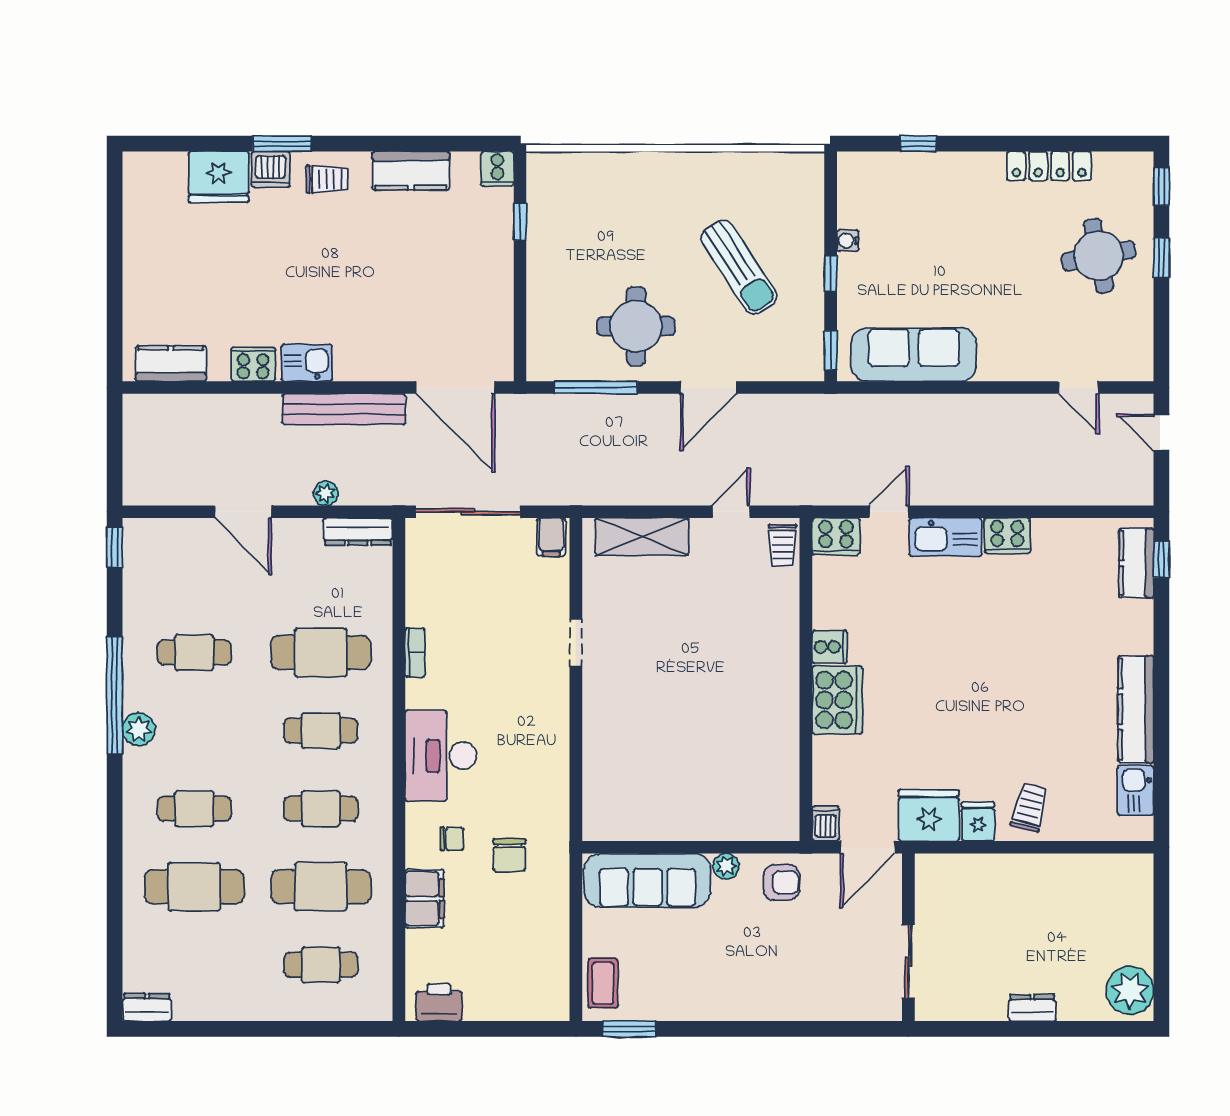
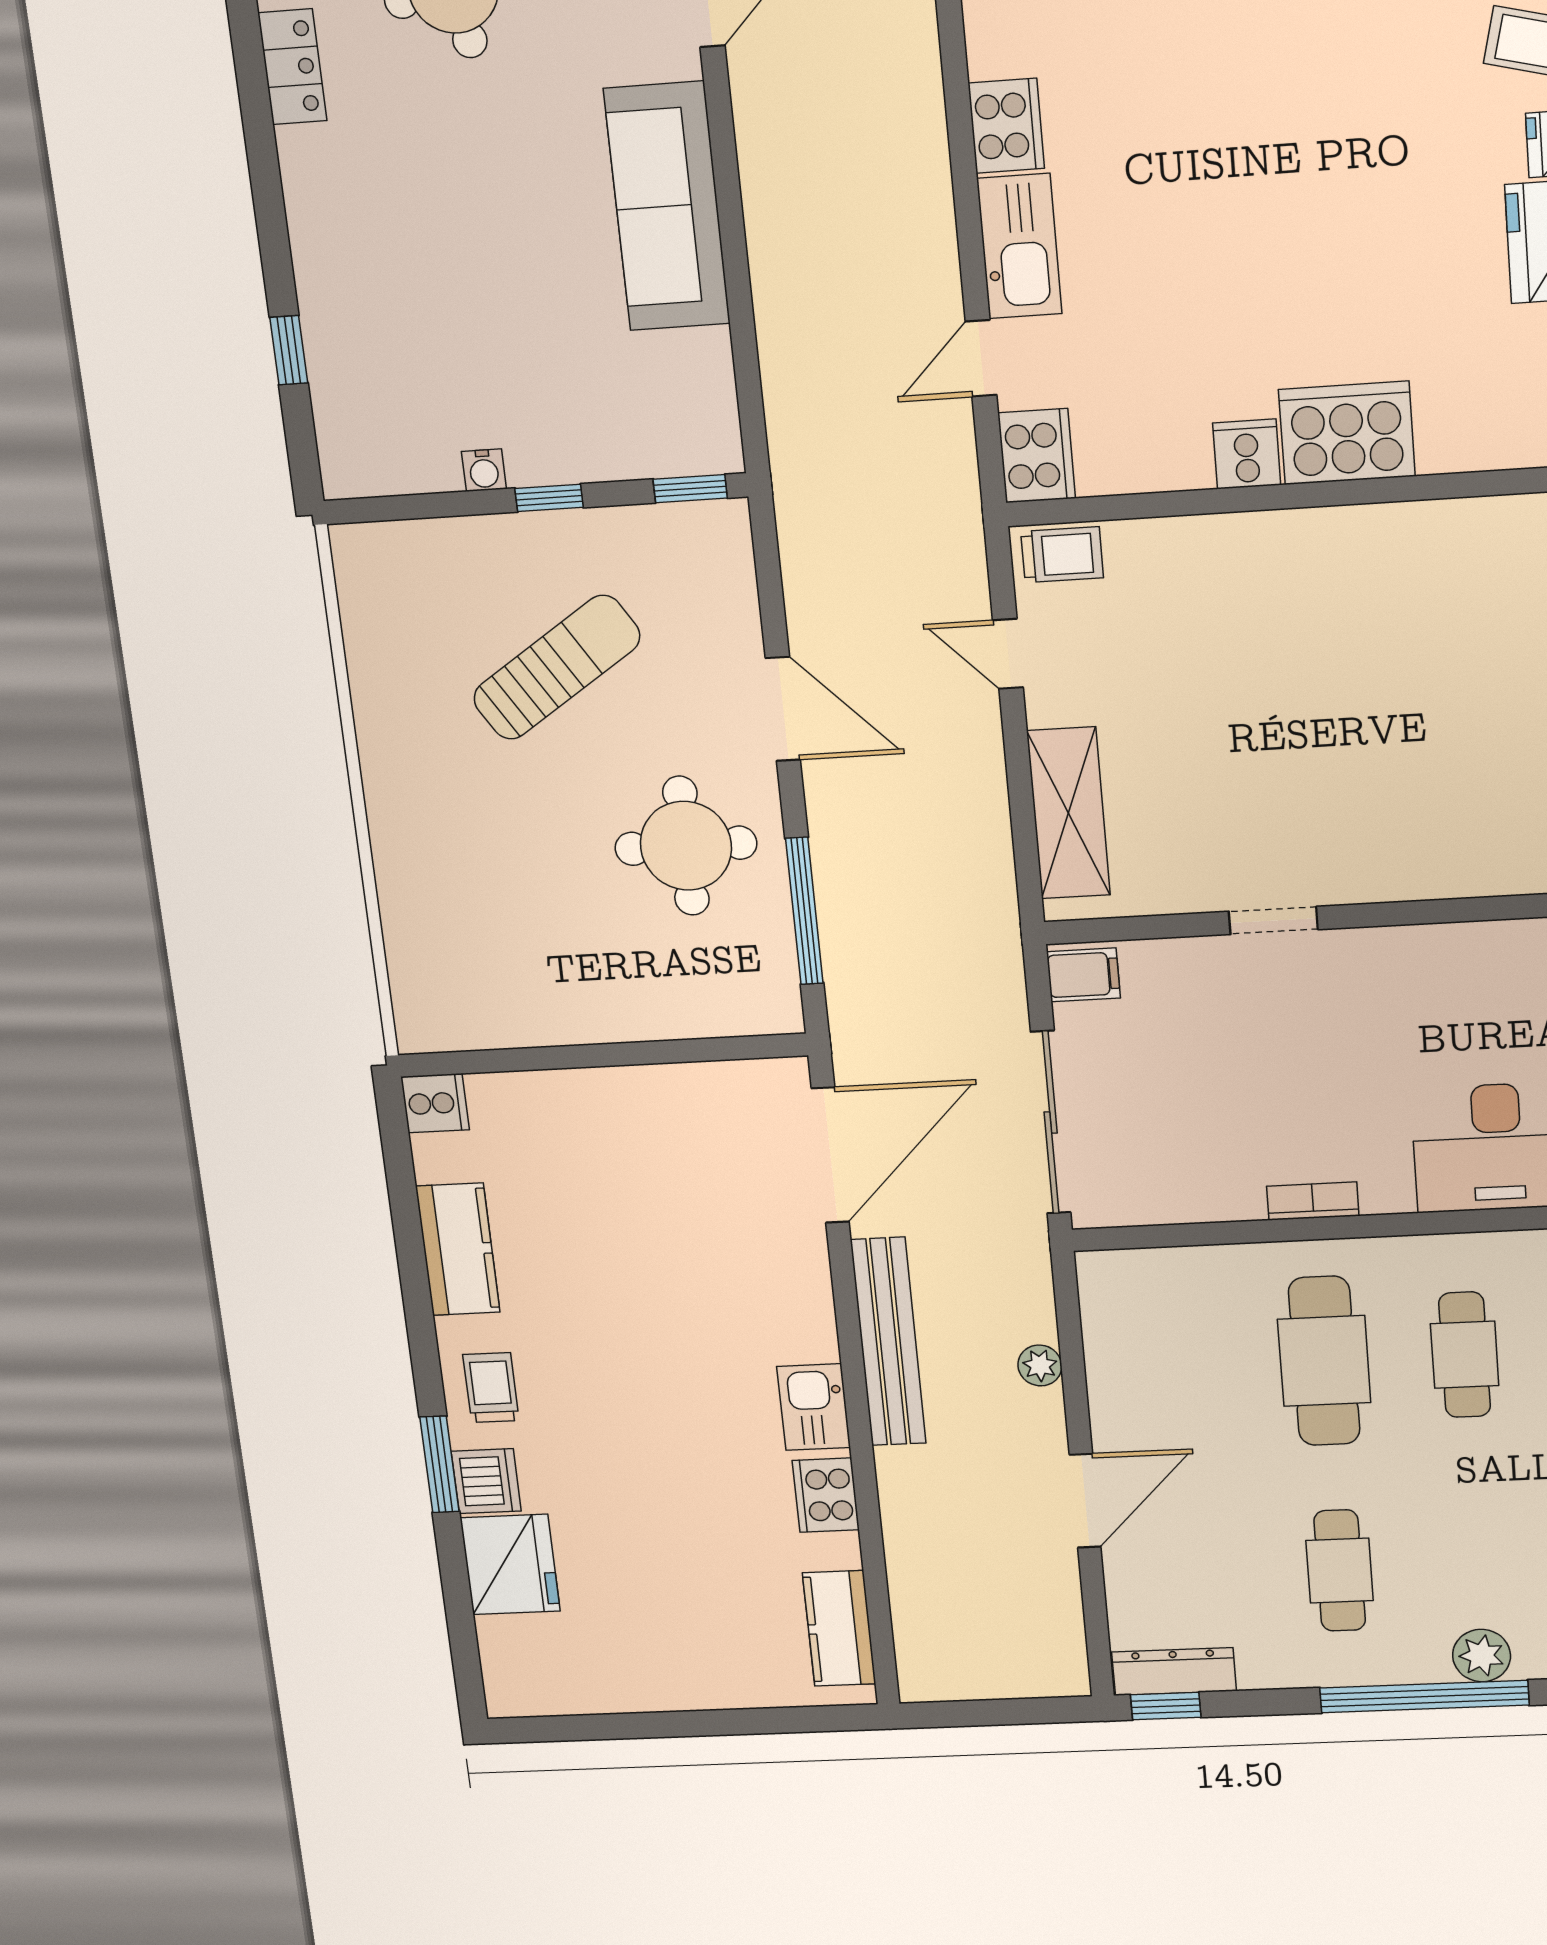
locker: (1049, 166) -> (292, 67), width x0.66
window: (520, 222) -> (524, 1059), removed
sofa: (914, 355) -> (667, 206), moved
door: (889, 512) -> (981, 358), hinge flipped
dresser: (358, 532) -> (1174, 1672), moved, turned -90

